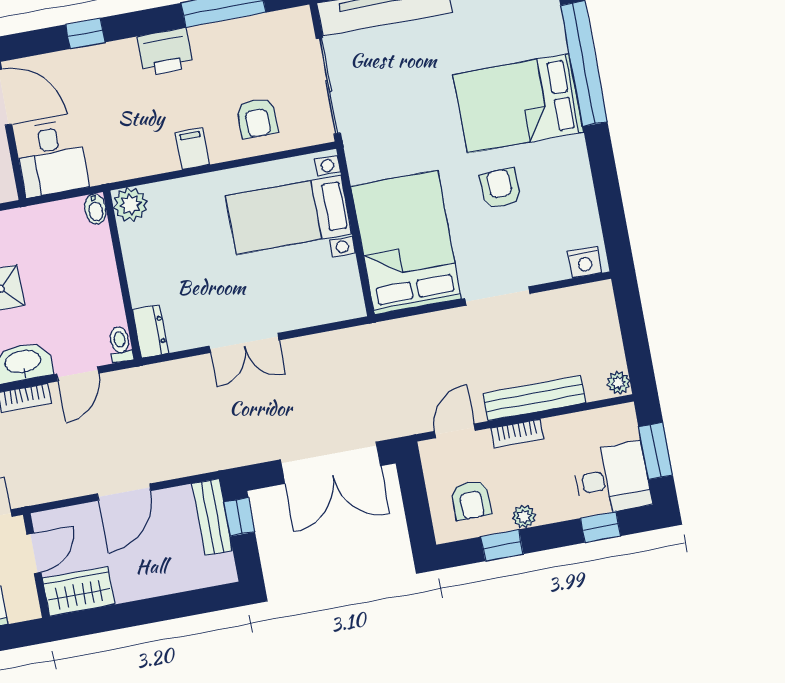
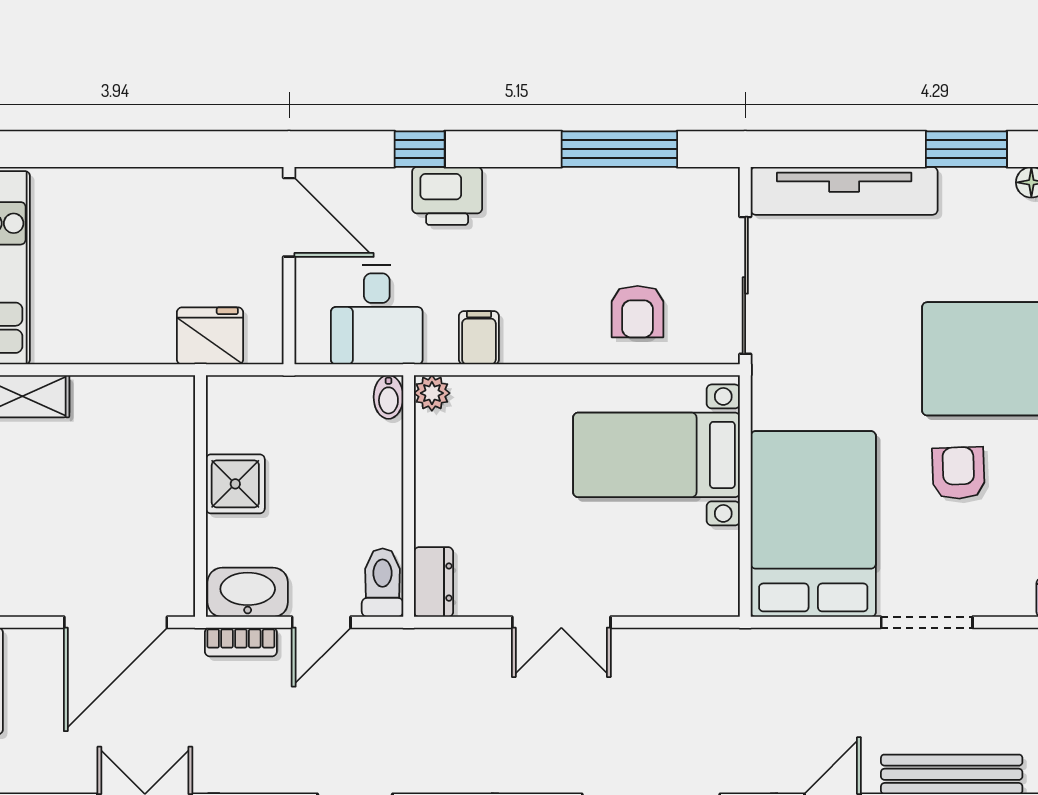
printer: (165, 52) -> (447, 196), moved
filing cabinet: (192, 149) -> (479, 338), moved
desk: (52, 158) -> (377, 315), moved
plant: (131, 205) -> (432, 393), width x0.73, depth x0.73
toilet: (120, 344) -> (383, 583), width x1.37, depth x1.39

